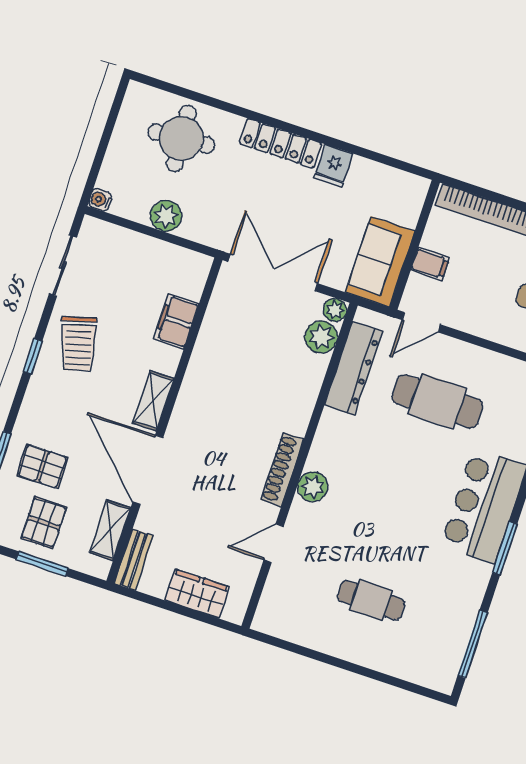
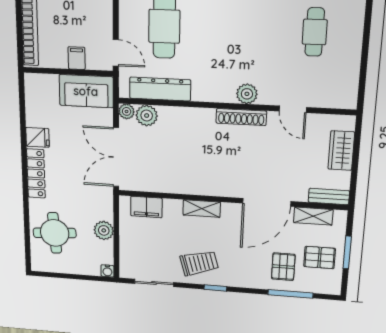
filing cabinet: (176, 321) -> (146, 207), moved
shelving: (153, 401) -> (202, 209), moved

